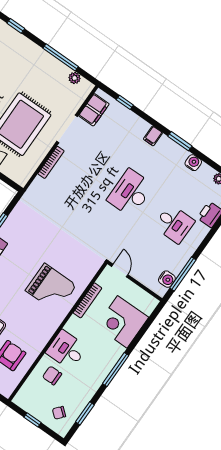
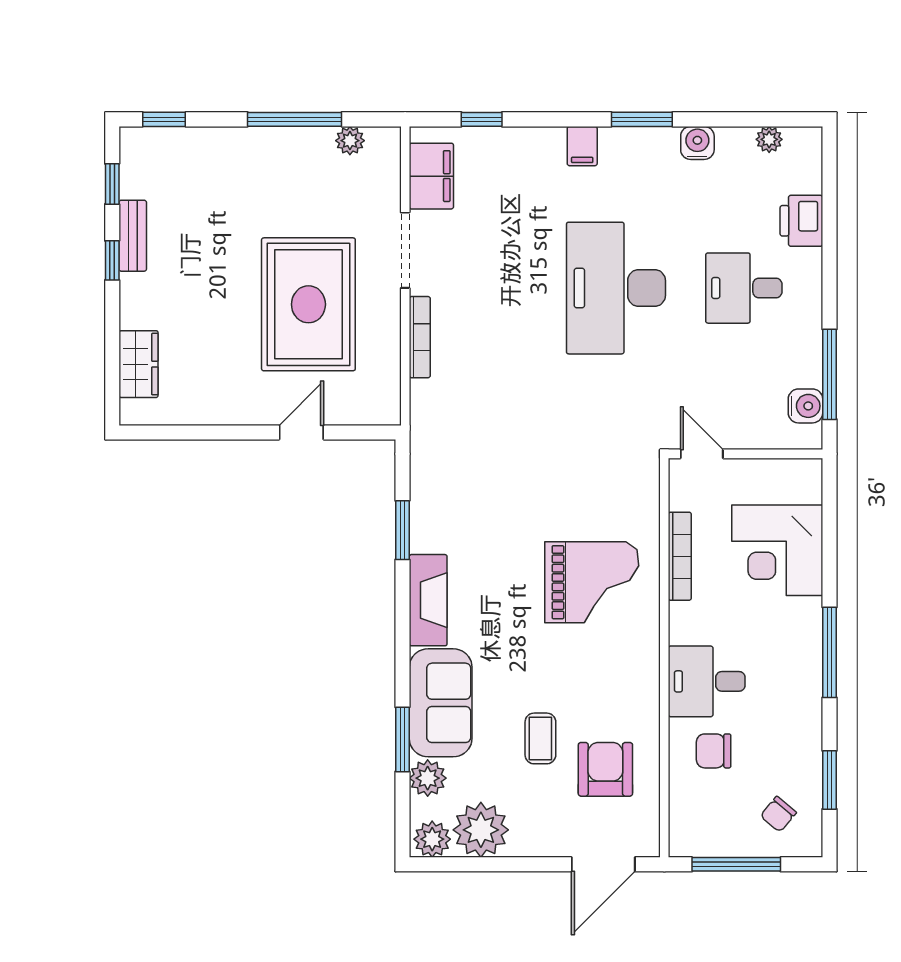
desk: (130, 193) -> (616, 288), width x1.36, depth x1.30
desk: (174, 224) -> (744, 288), turned 180
window: (32, 420) -> (736, 864), width x2.17

